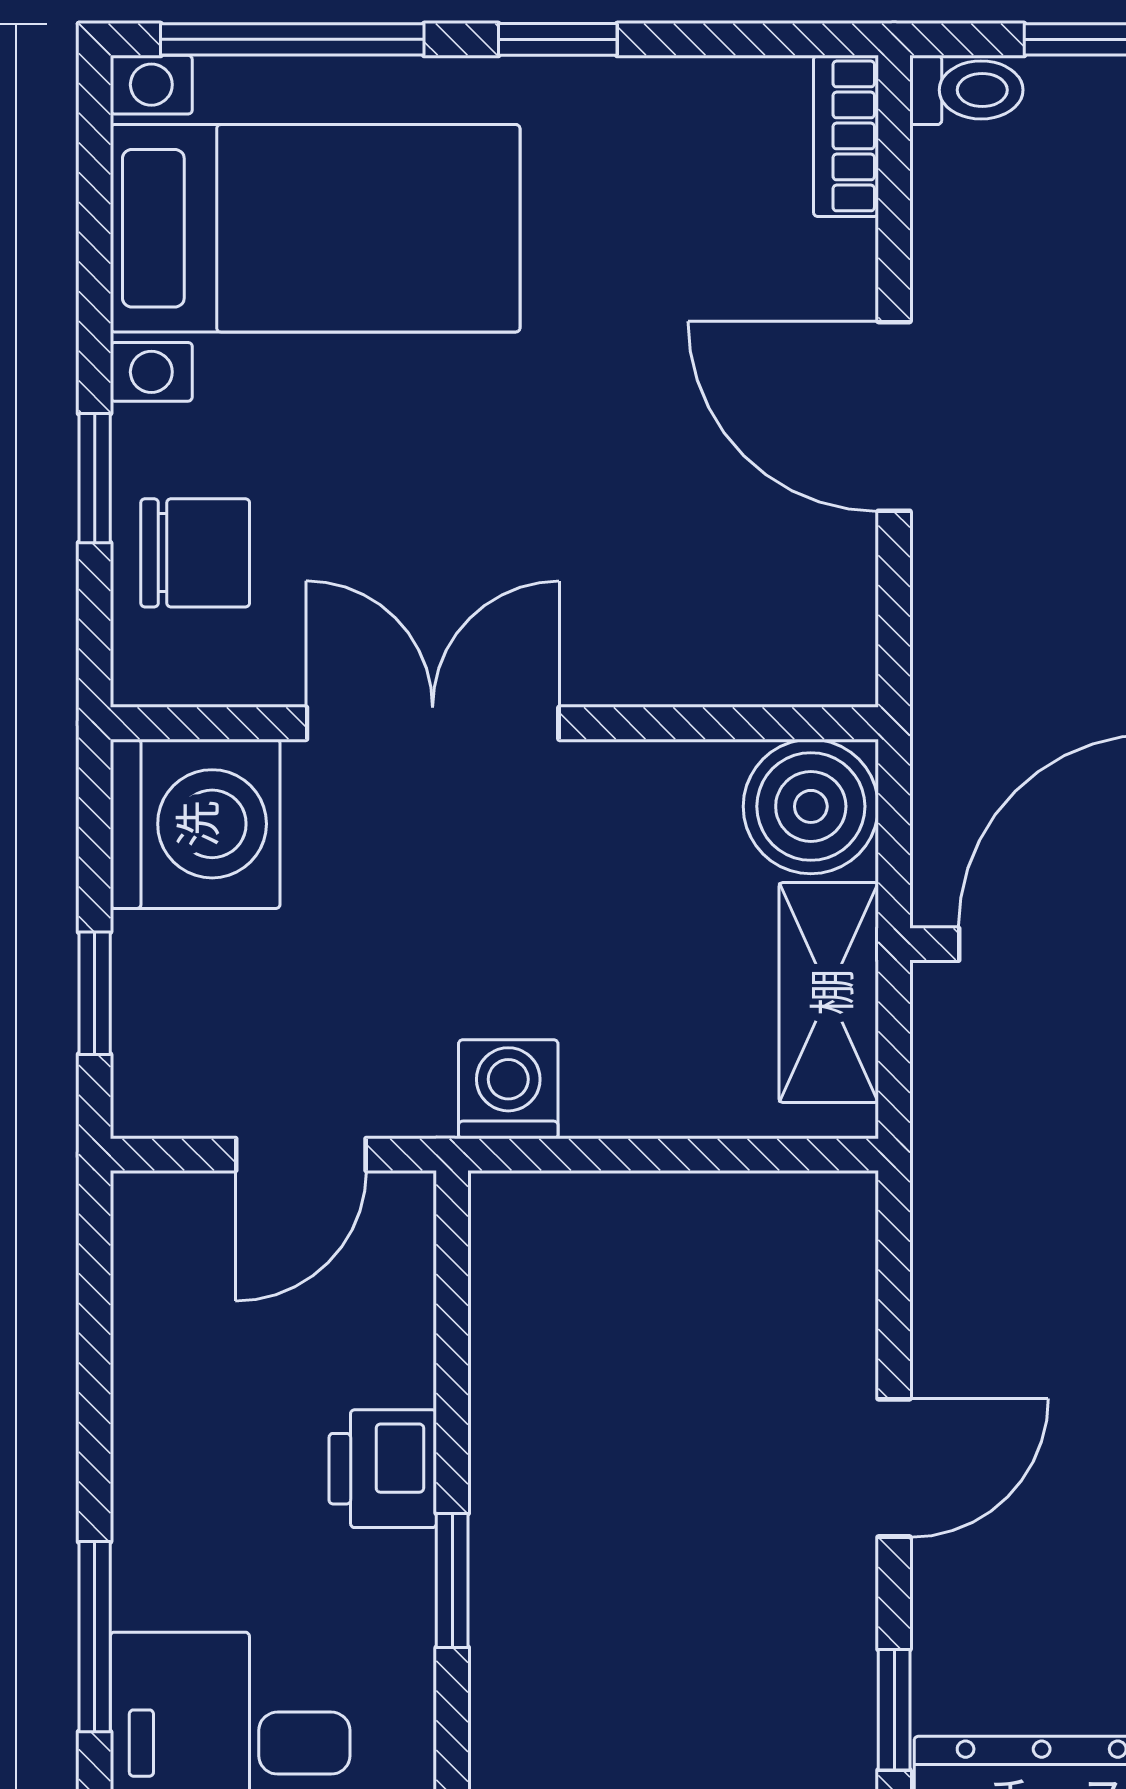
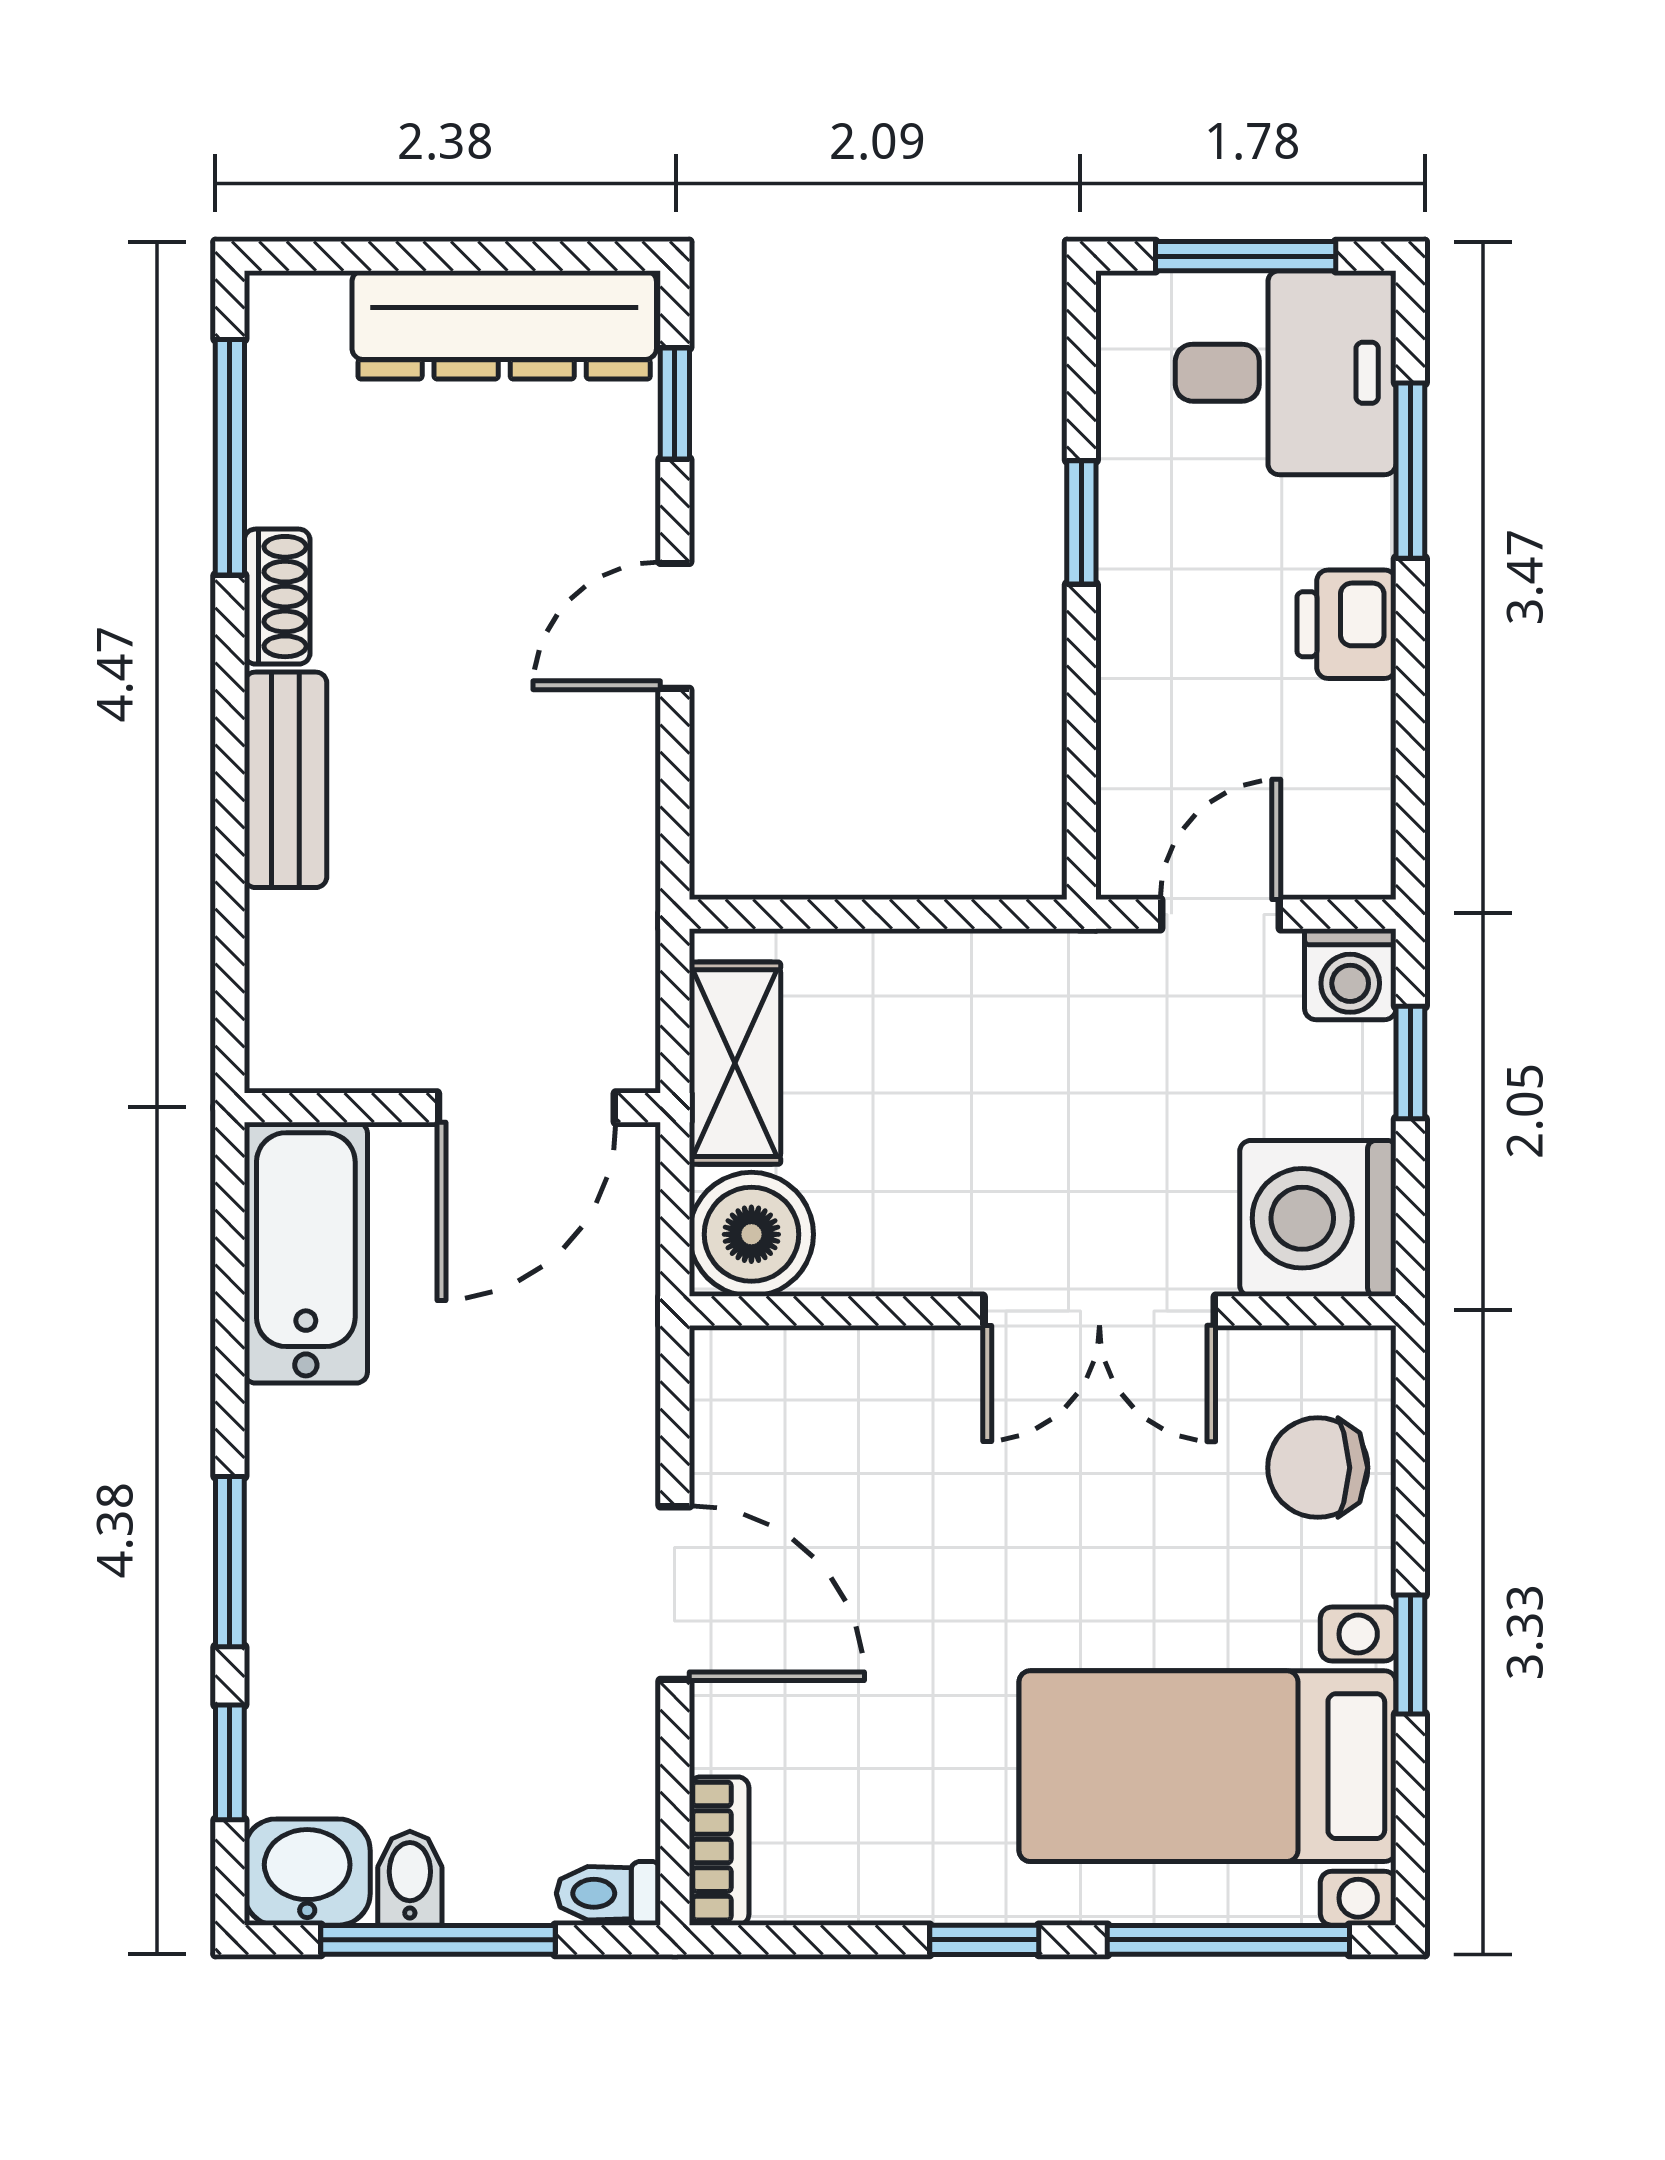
window: (95, 478) -> (1410, 1654), moved
washing machine: (508, 1089) -> (1350, 974), moved
printer: (383, 1469) -> (1346, 624), moved, turned 180

